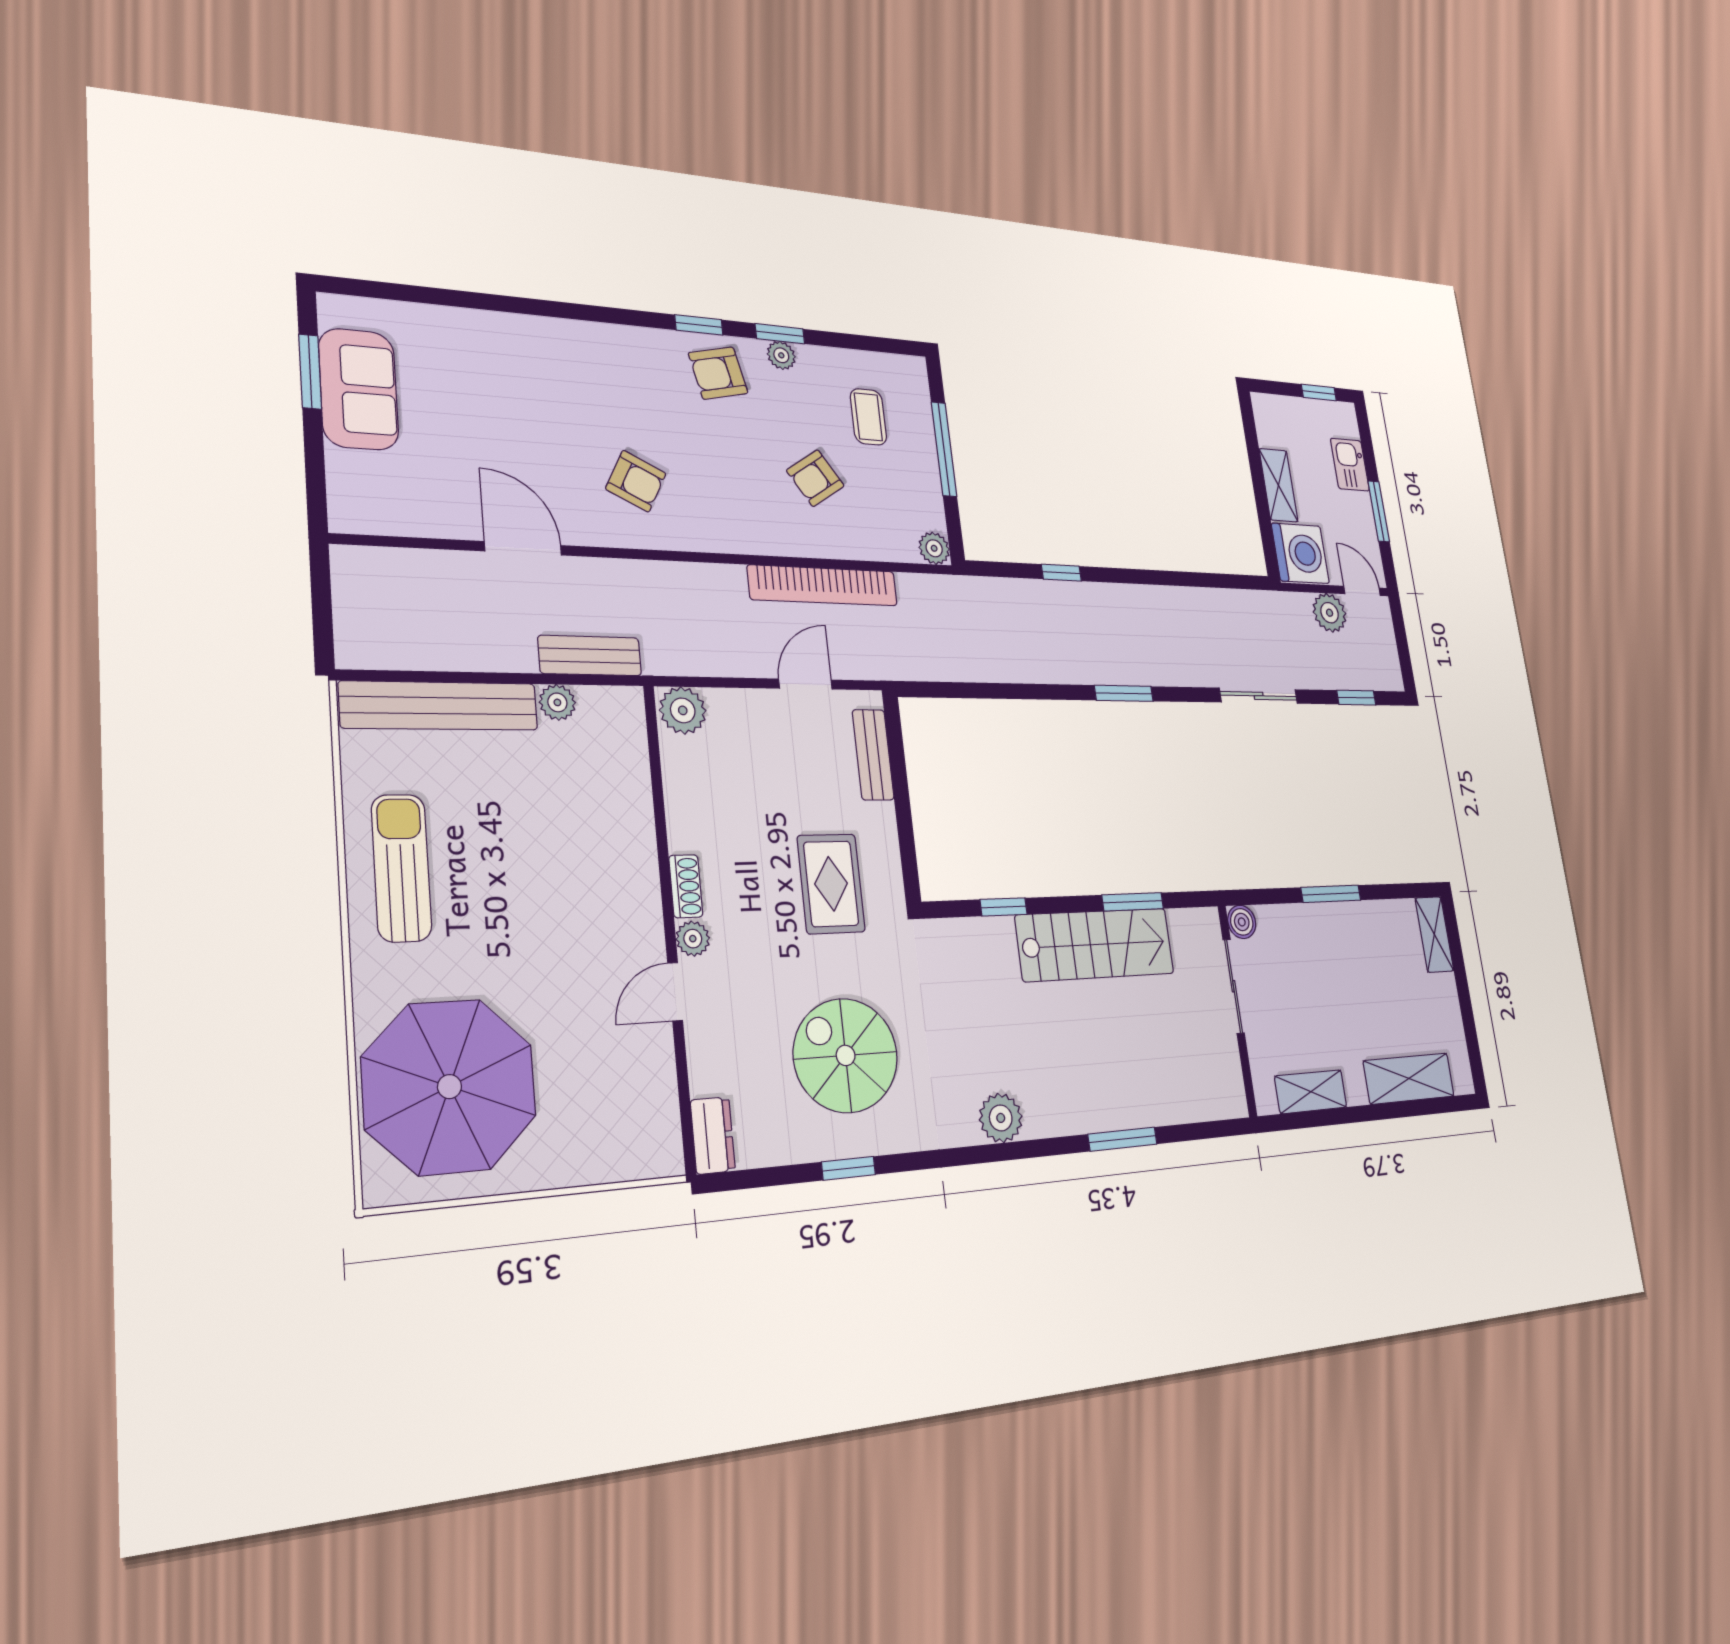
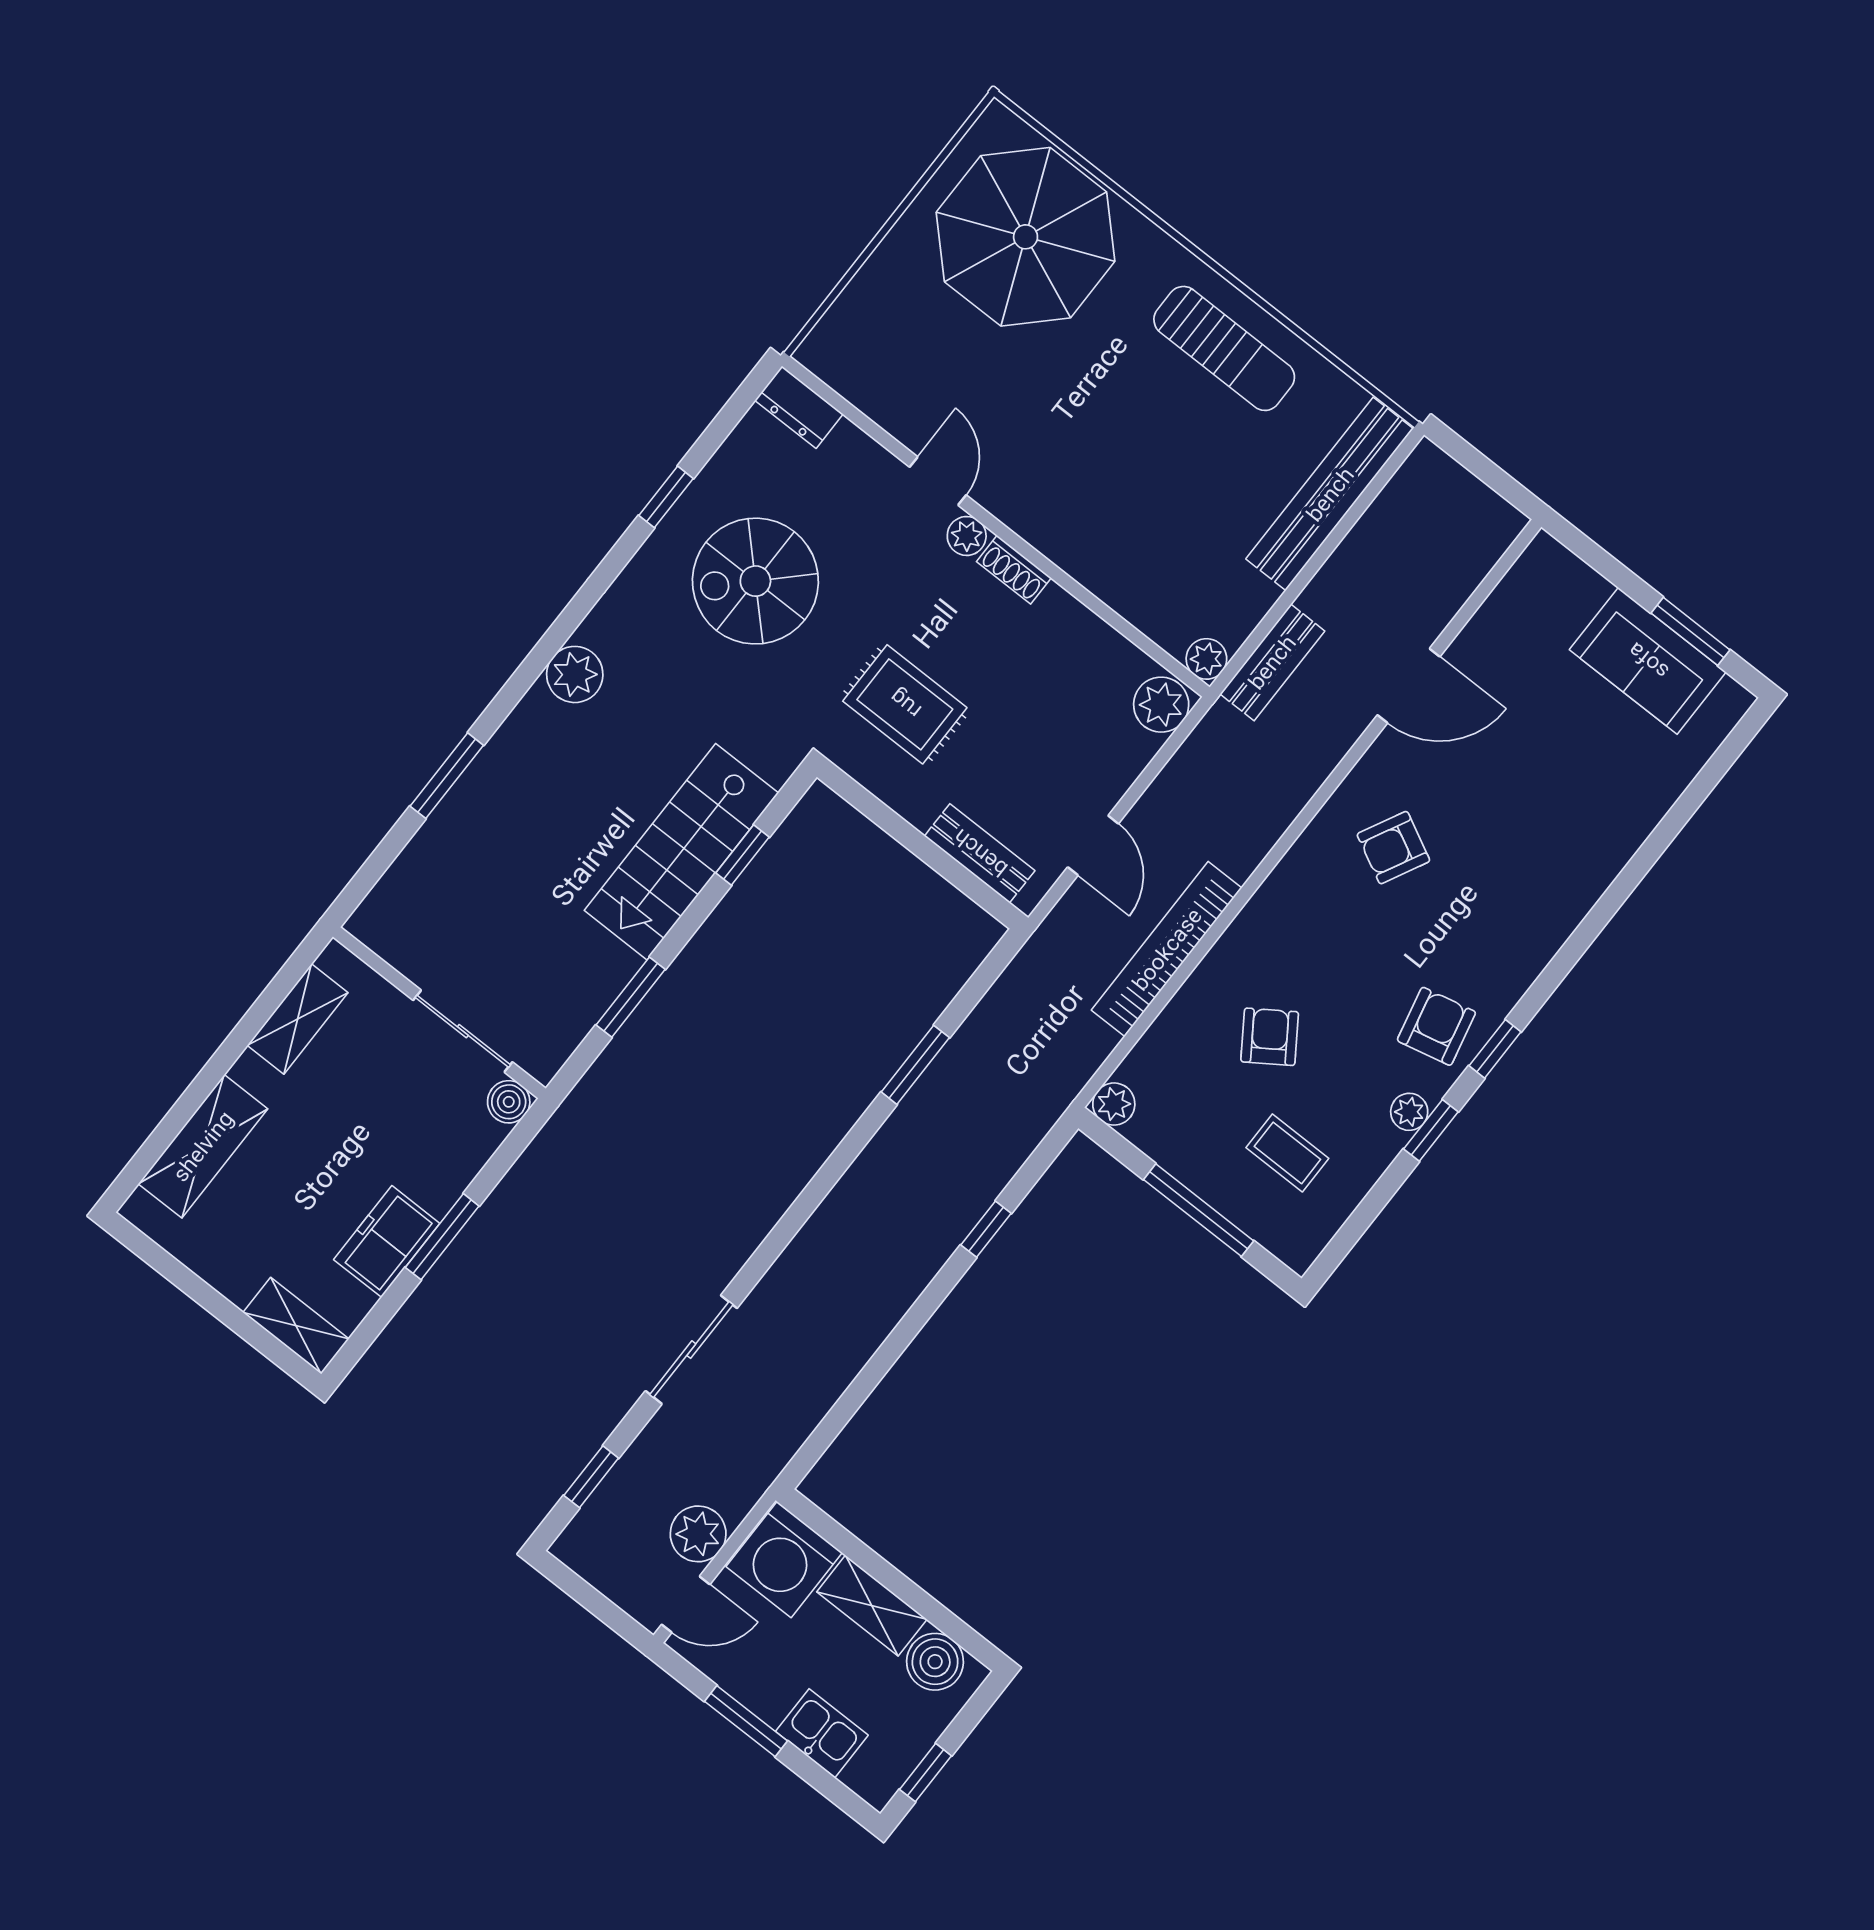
boiler: (1272, 428) -> (935, 1662), added
window: (1124, 693) -> (915, 1065), moved
plant: (557, 702) -> (1206, 659), moved
freezer: (1359, 924) -> (387, 1241), added
stairs: (1095, 945) -> (681, 852), moved
spiral stairs: (846, 1055) -> (755, 581), turned 180

